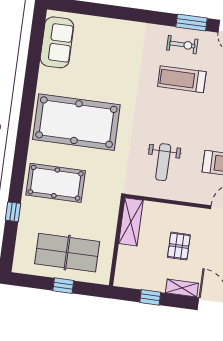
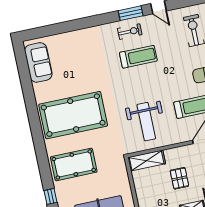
treadmill: (182, 79) -> (138, 57), turned 180
weight bench: (163, 162) -> (146, 122), width x1.36, depth x1.33
shelving: (131, 222) -> (147, 161), moved, turned 90

